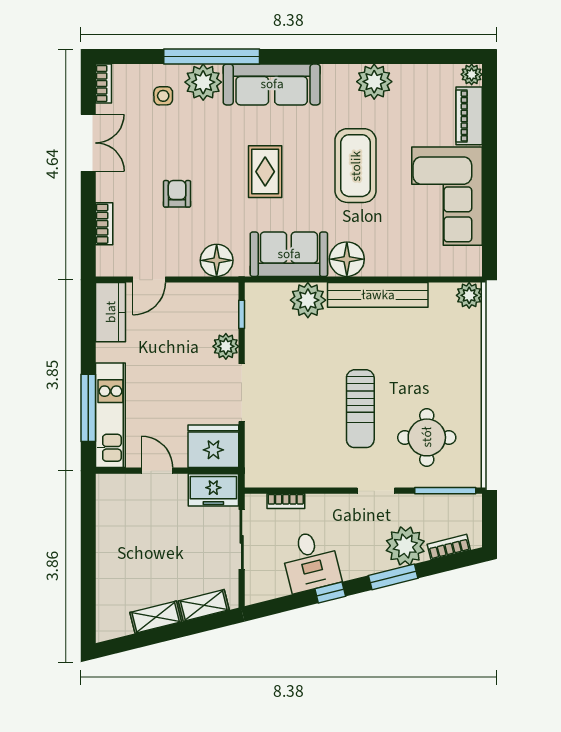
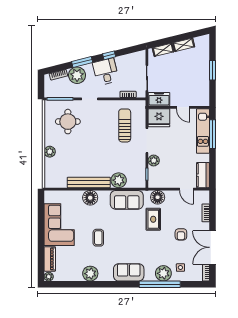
sofa: (272, 84) -> (129, 272), width x0.73
double door: (88, 143) -> (212, 247), width x1.37
coffee table: (356, 166) -> (98, 238), width x0.54, depth x0.58
rug: (265, 172) -> (153, 219), moved
armchair: (177, 194) -> (181, 234), moved
floor lamp: (347, 259) -> (90, 198), moved
door: (149, 280) -> (186, 189), swing flipped
plant: (469, 295) -> (50, 152), moved
sun lounger: (360, 409) -> (125, 125), moved
window: (88, 558) -> (212, 70), added
desk: (311, 561) -> (106, 72), moved

